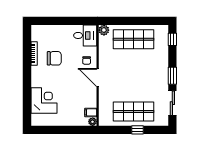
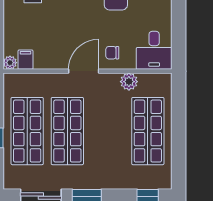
plant: (104, 30) -> (129, 82), moved
shop shelf: (133, 87) -> (67, 131), added

